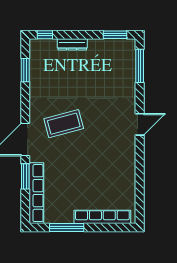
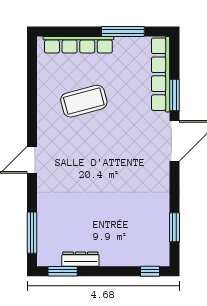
dresser: (72, 44) -> (80, 259), moved
coffee table: (64, 124) -> (84, 101), moved

